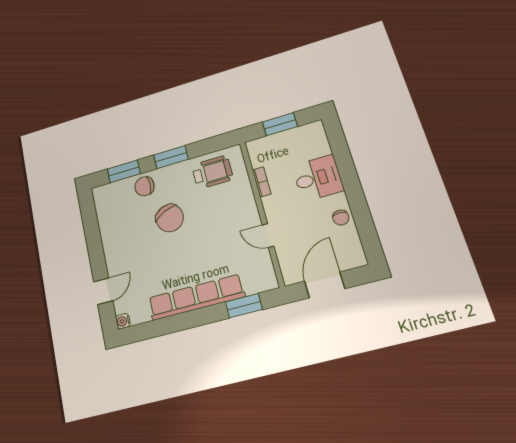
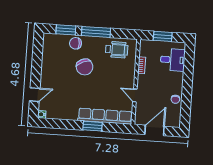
window: (171, 157) -> (96, 32), width x1.44
desk: (318, 178) -> (173, 60), moved
row of seats: (196, 297) -> (105, 116), moved
window: (244, 306) -> (92, 126), moved

